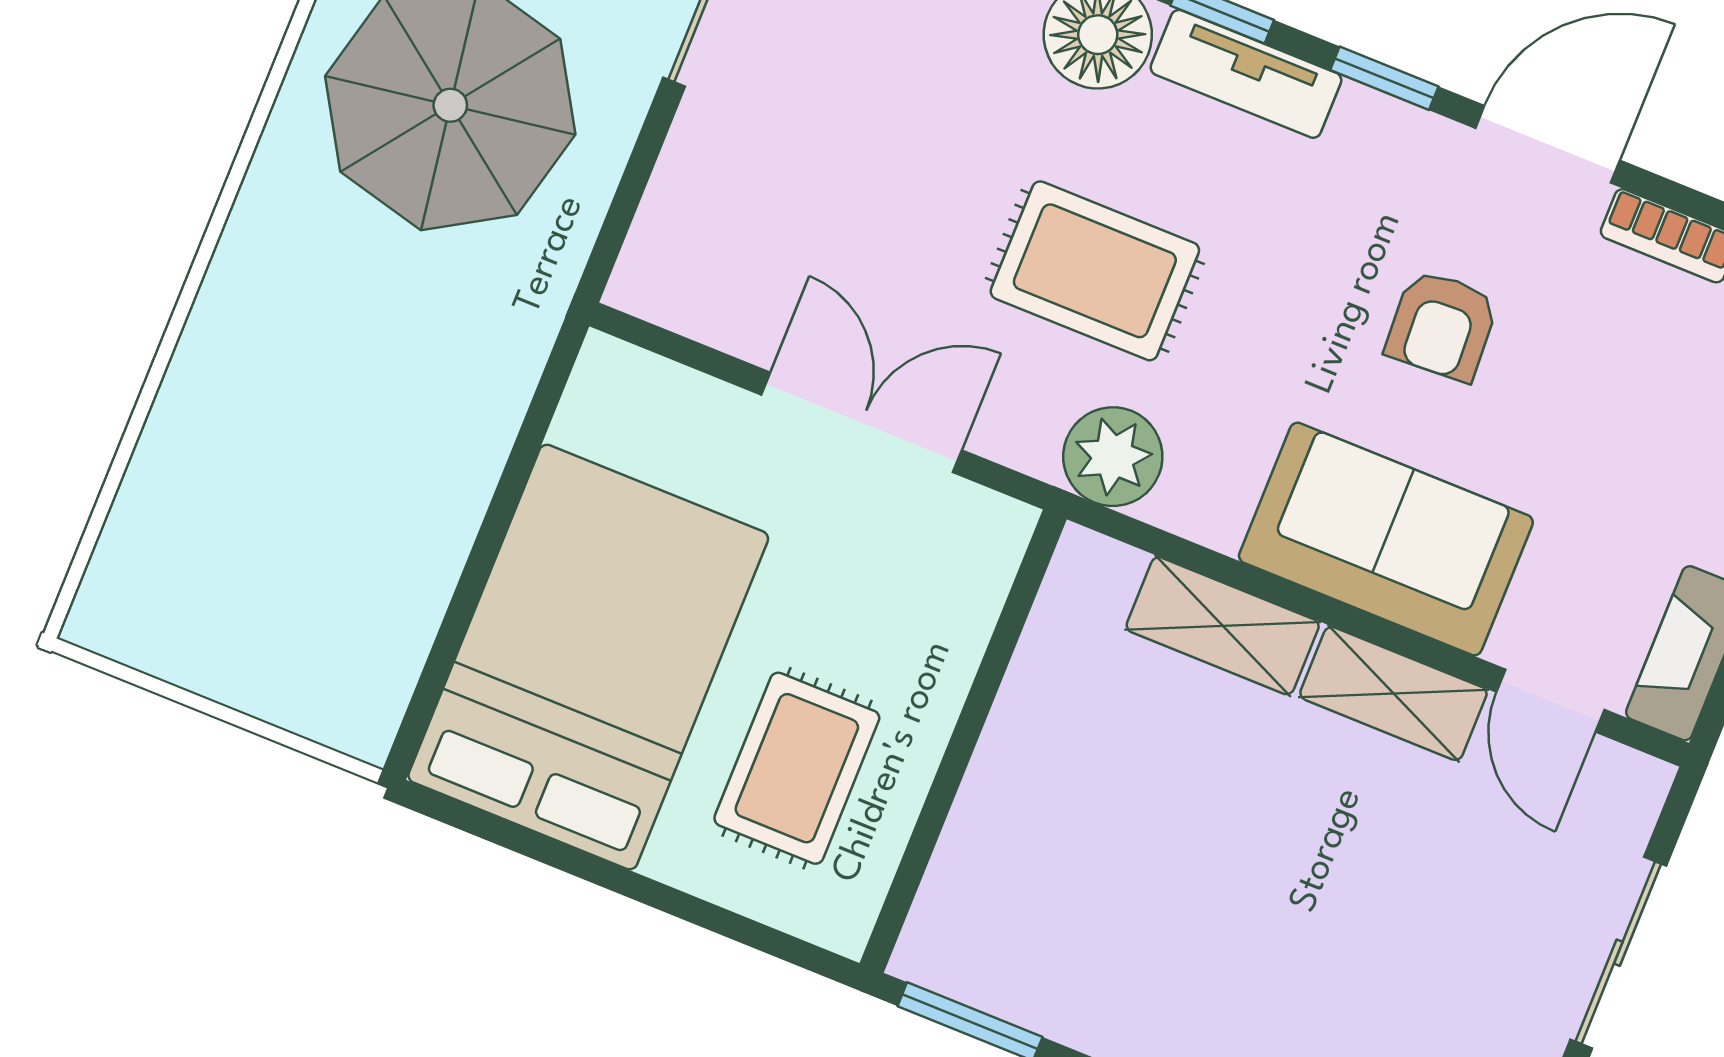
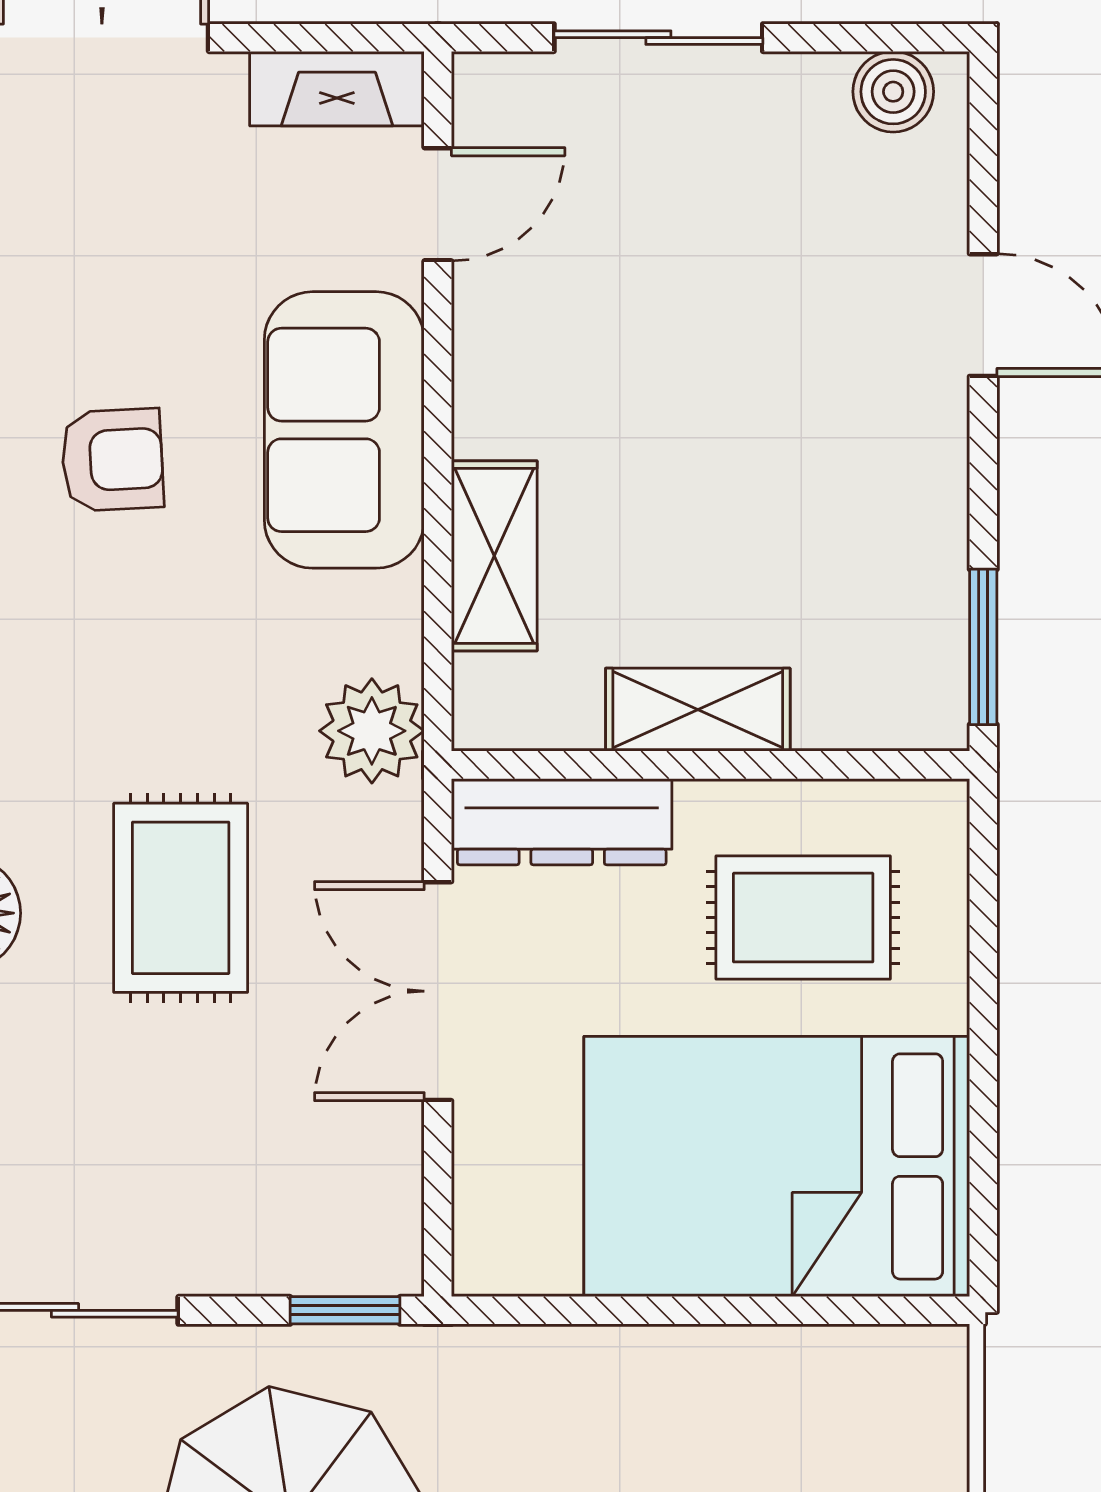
window: (615, 228) -> (345, 1310), added
rug: (1095, 271) -> (181, 898), moved
dresser: (966, 591) -> (562, 822), added
shelving: (1393, 693) -> (698, 710), moved, turned 90

